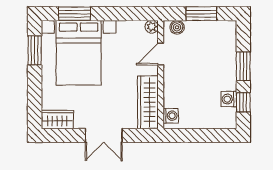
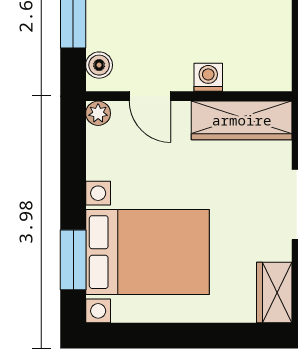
window: (35, 50) -> (143, 336), removed
washing machine: (171, 116) -> (208, 77), moved

